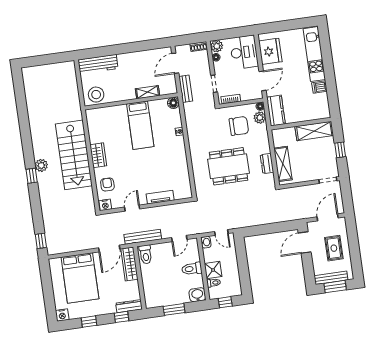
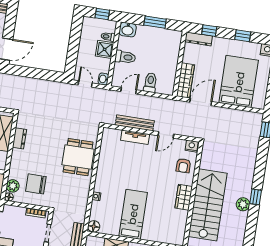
dining table: (229, 166) -> (78, 157), moved, width x0.73
bench: (143, 237) -> (135, 123), moved
toilet: (146, 254) -> (150, 83), moved

